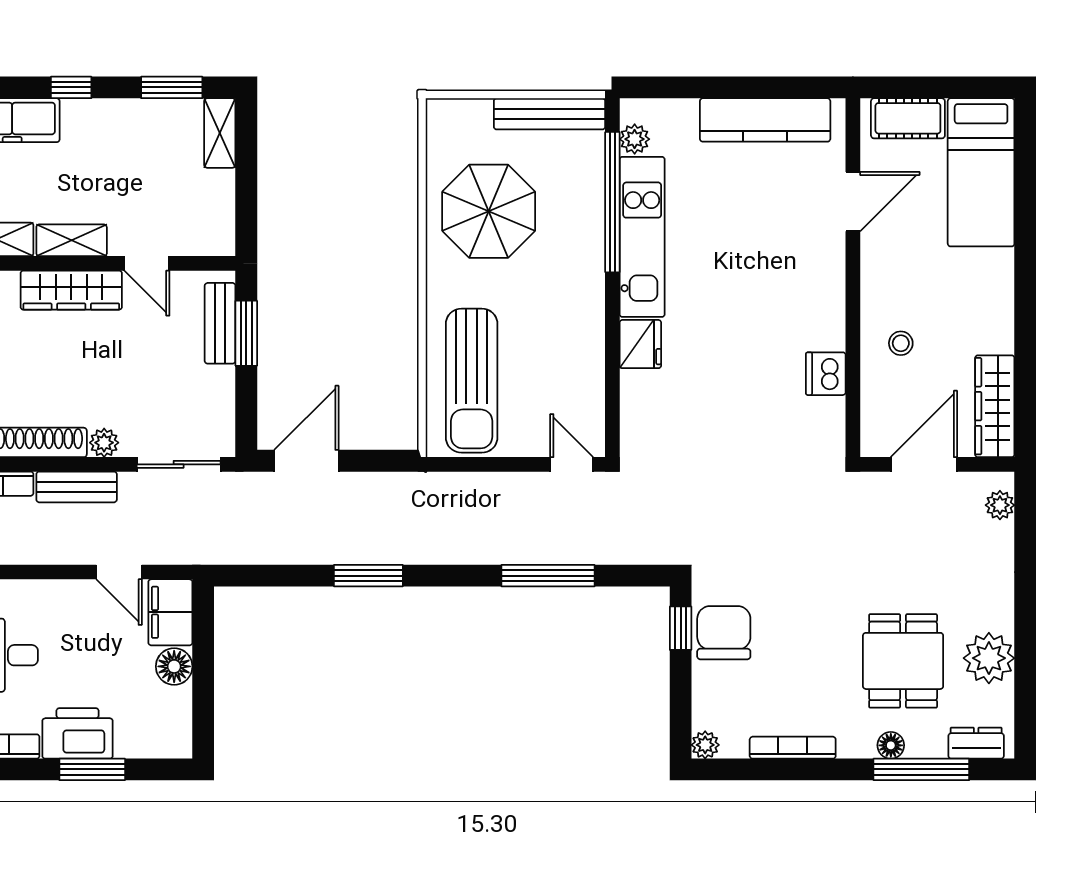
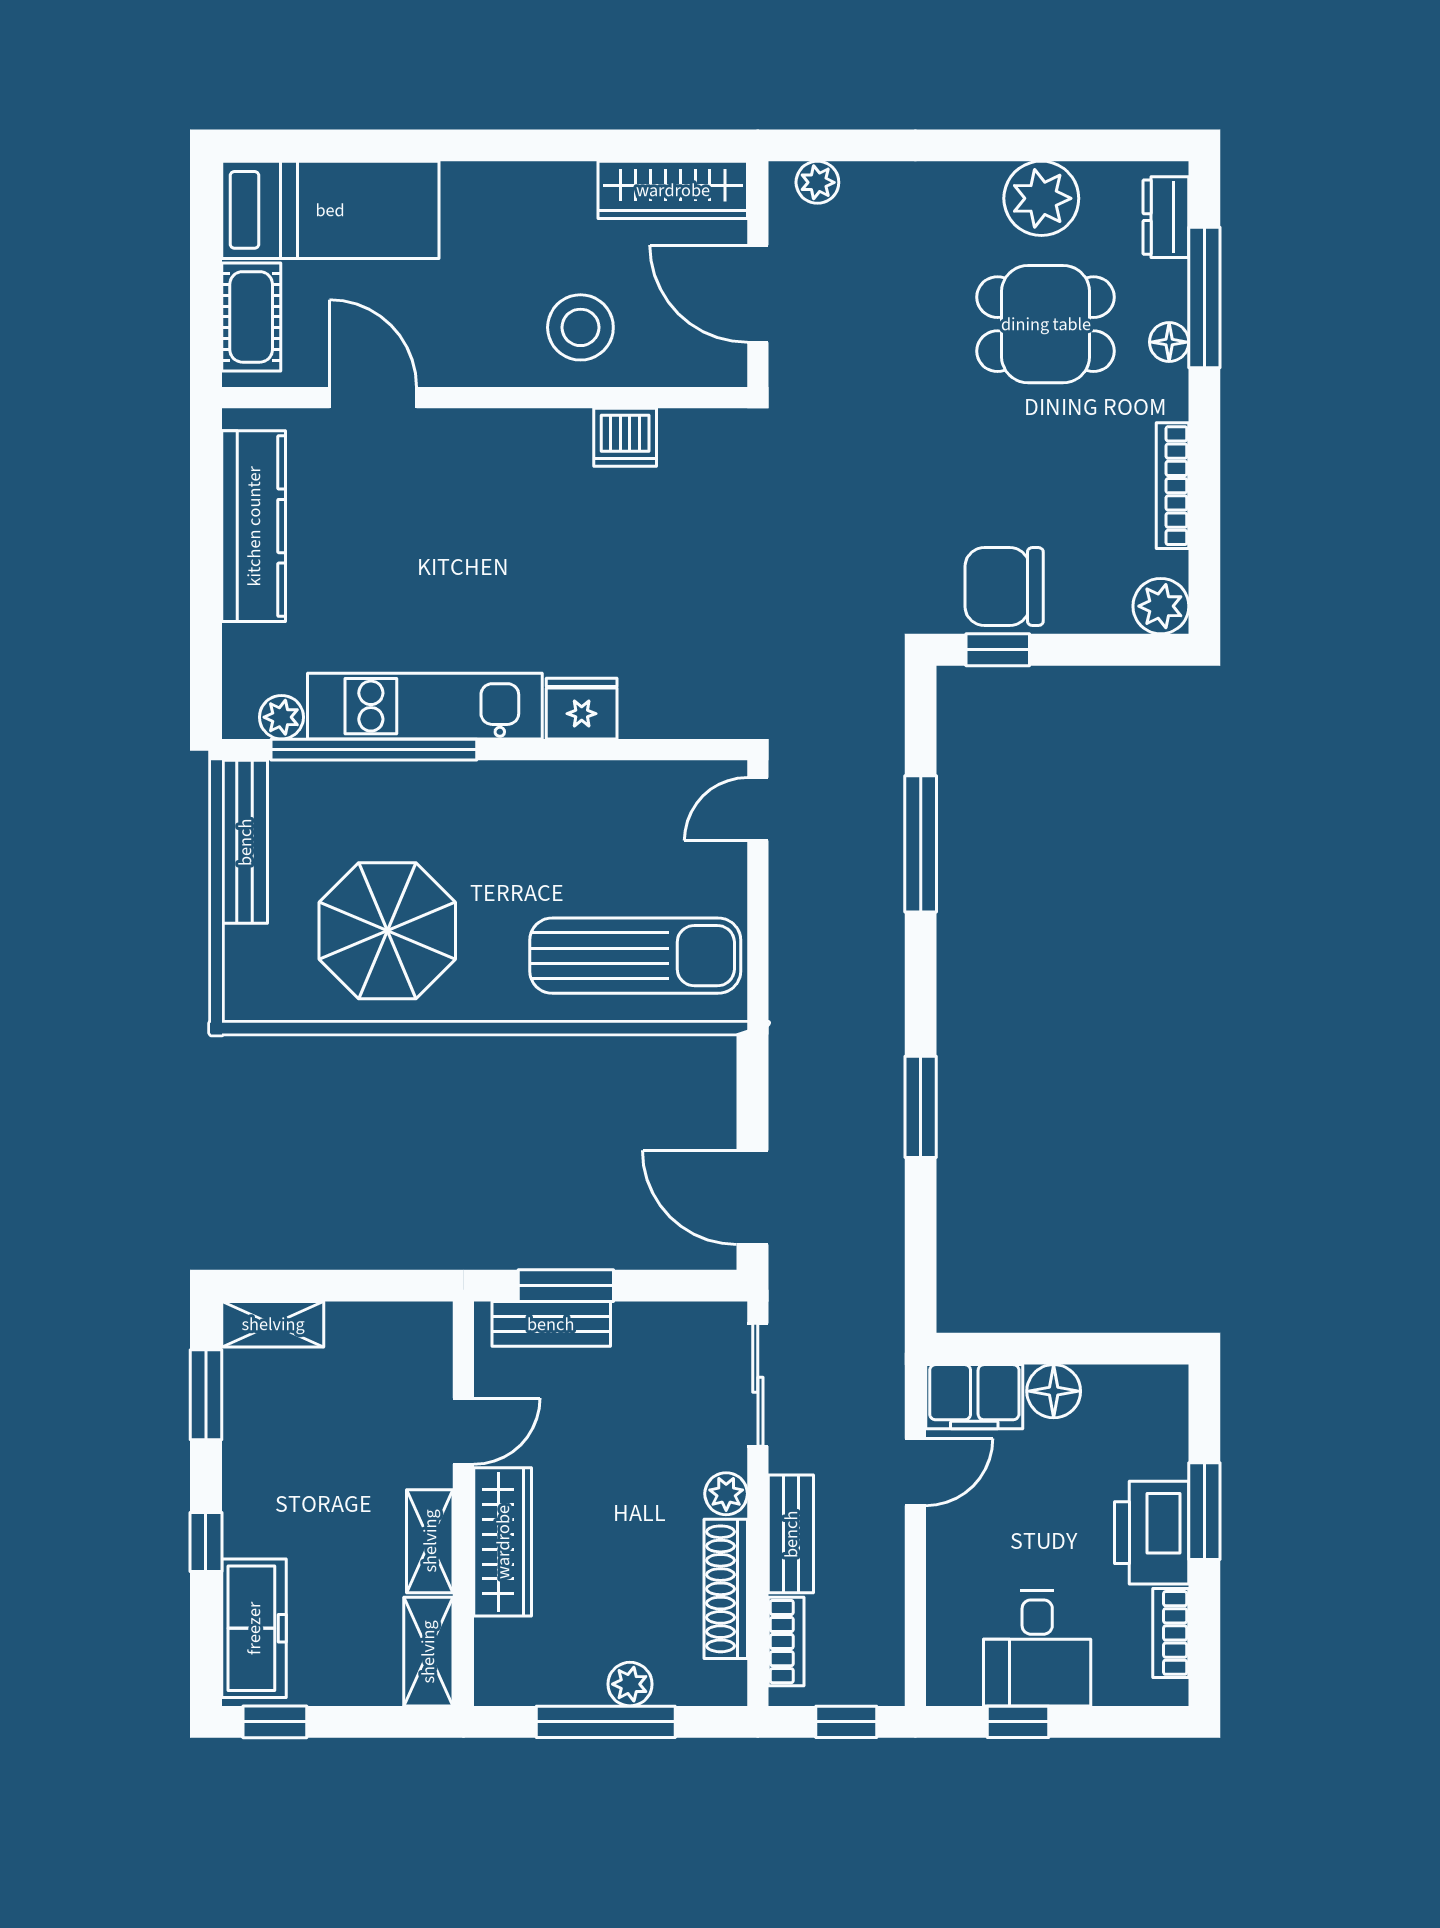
stool: (901, 343) -> (580, 327), width x1.89, depth x1.89
plant: (705, 745) -> (1161, 606), width x1.38, depth x1.38

